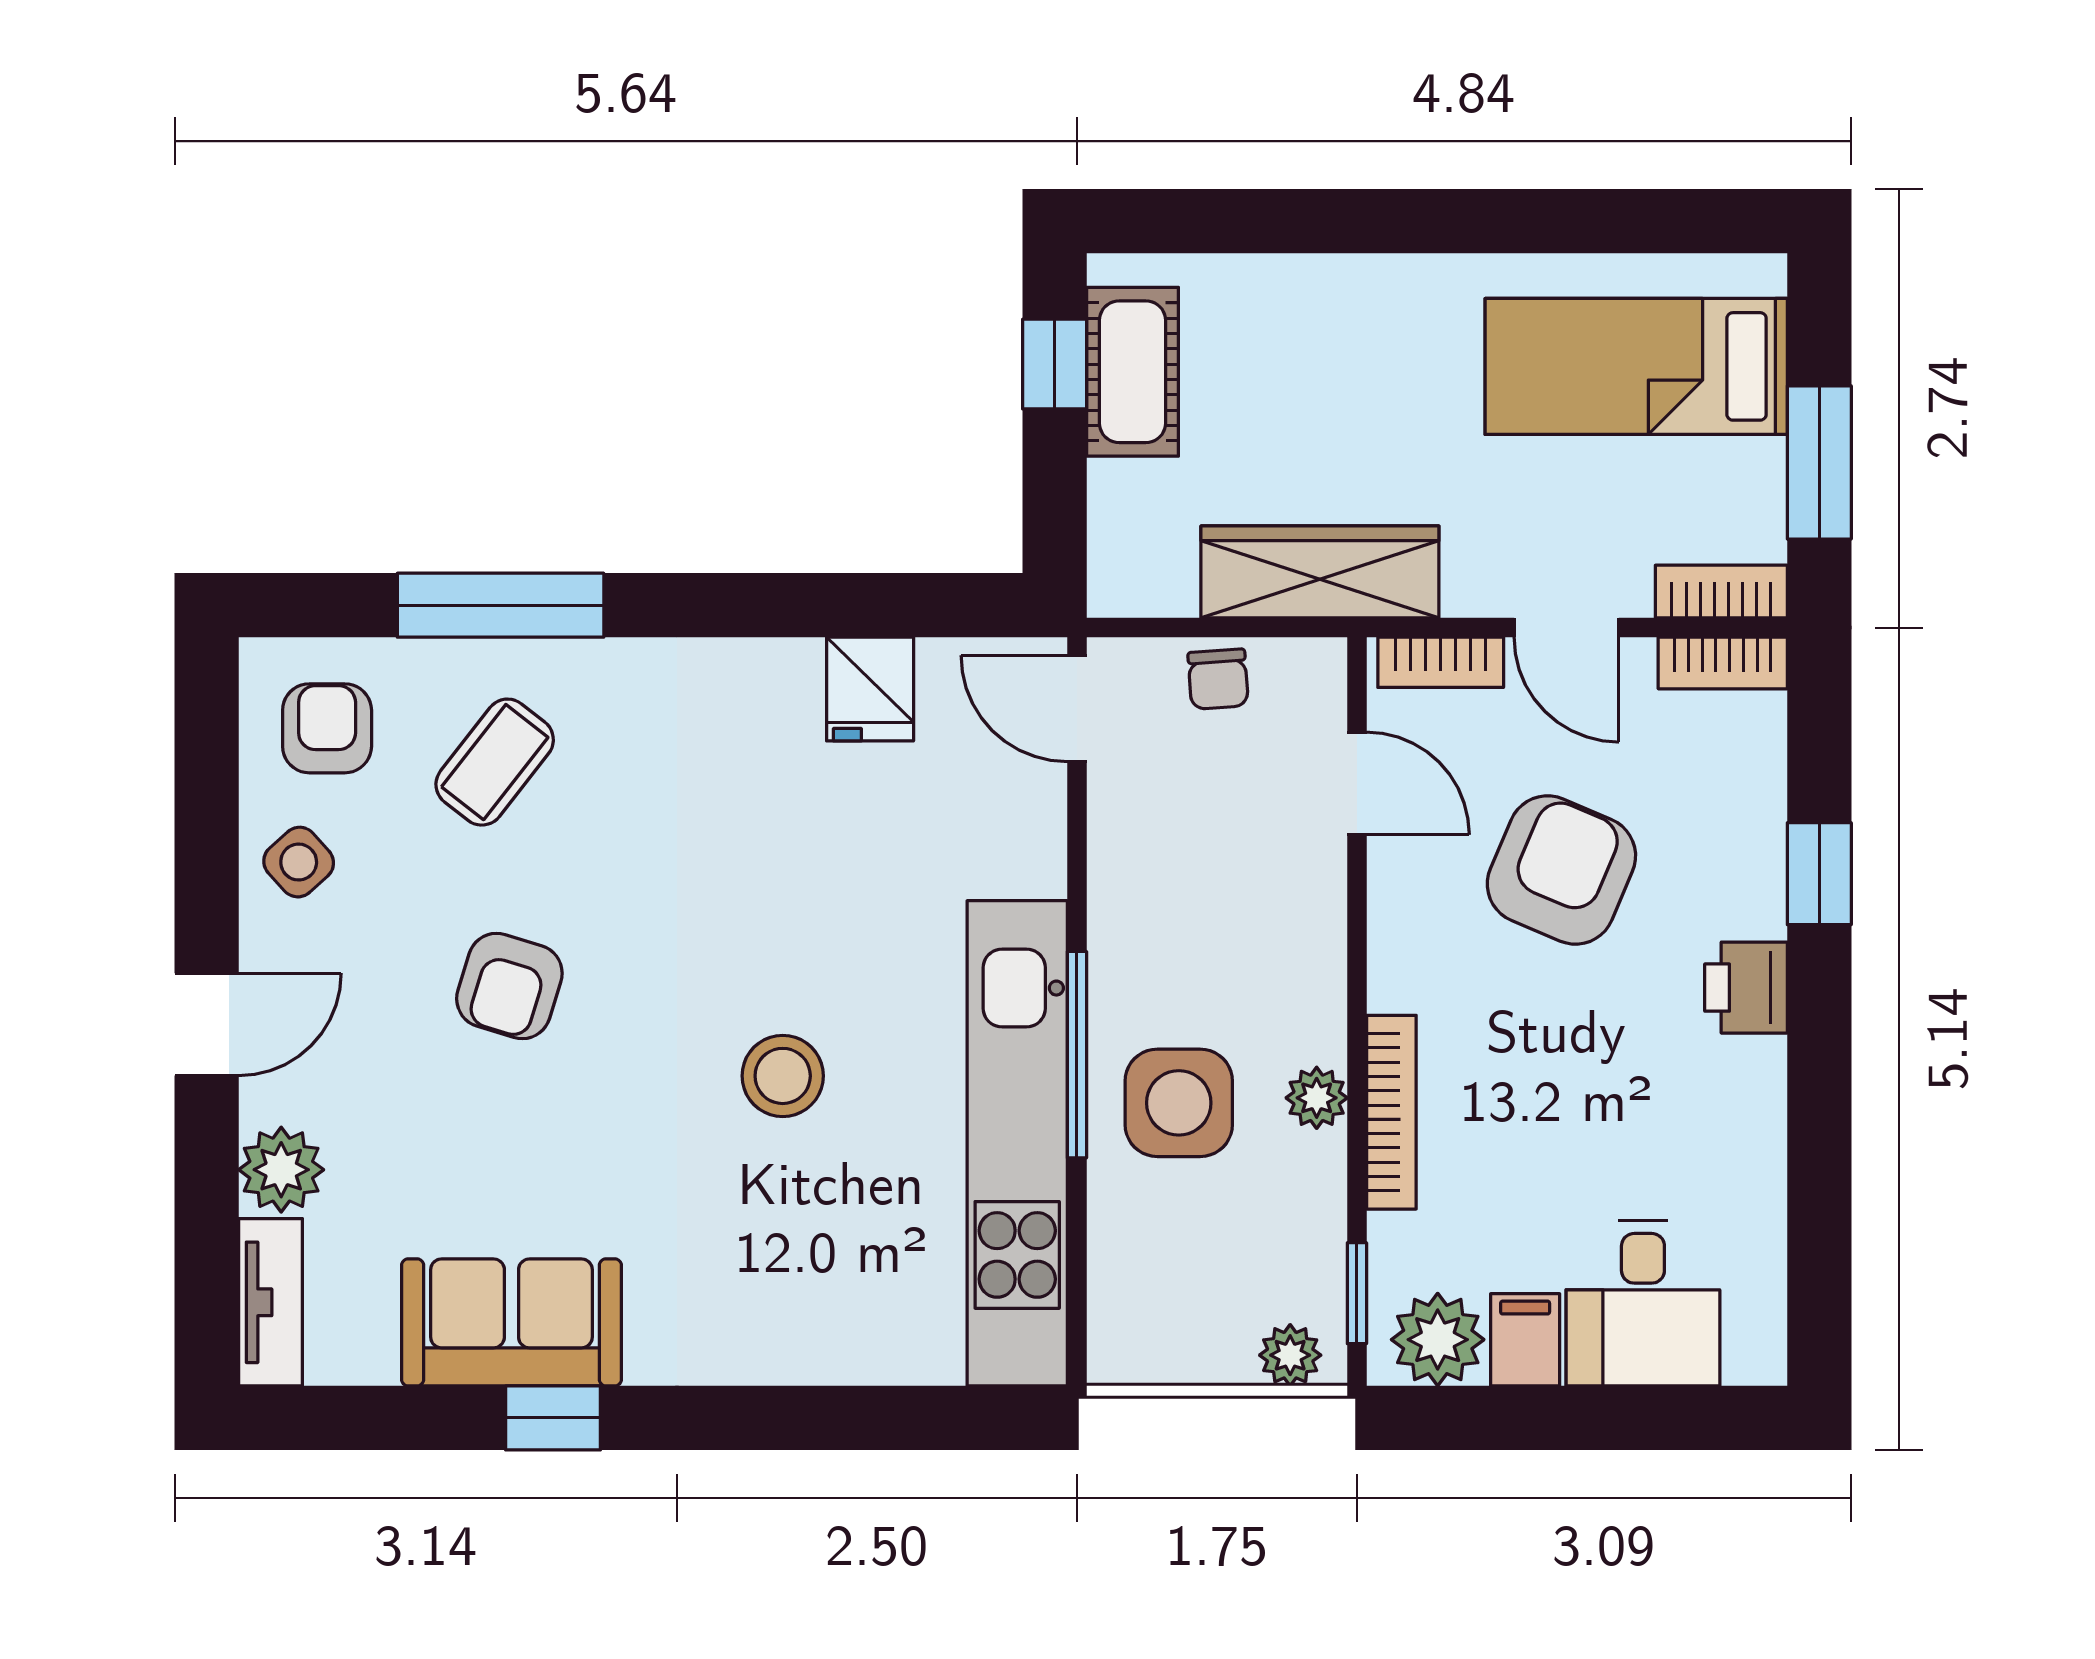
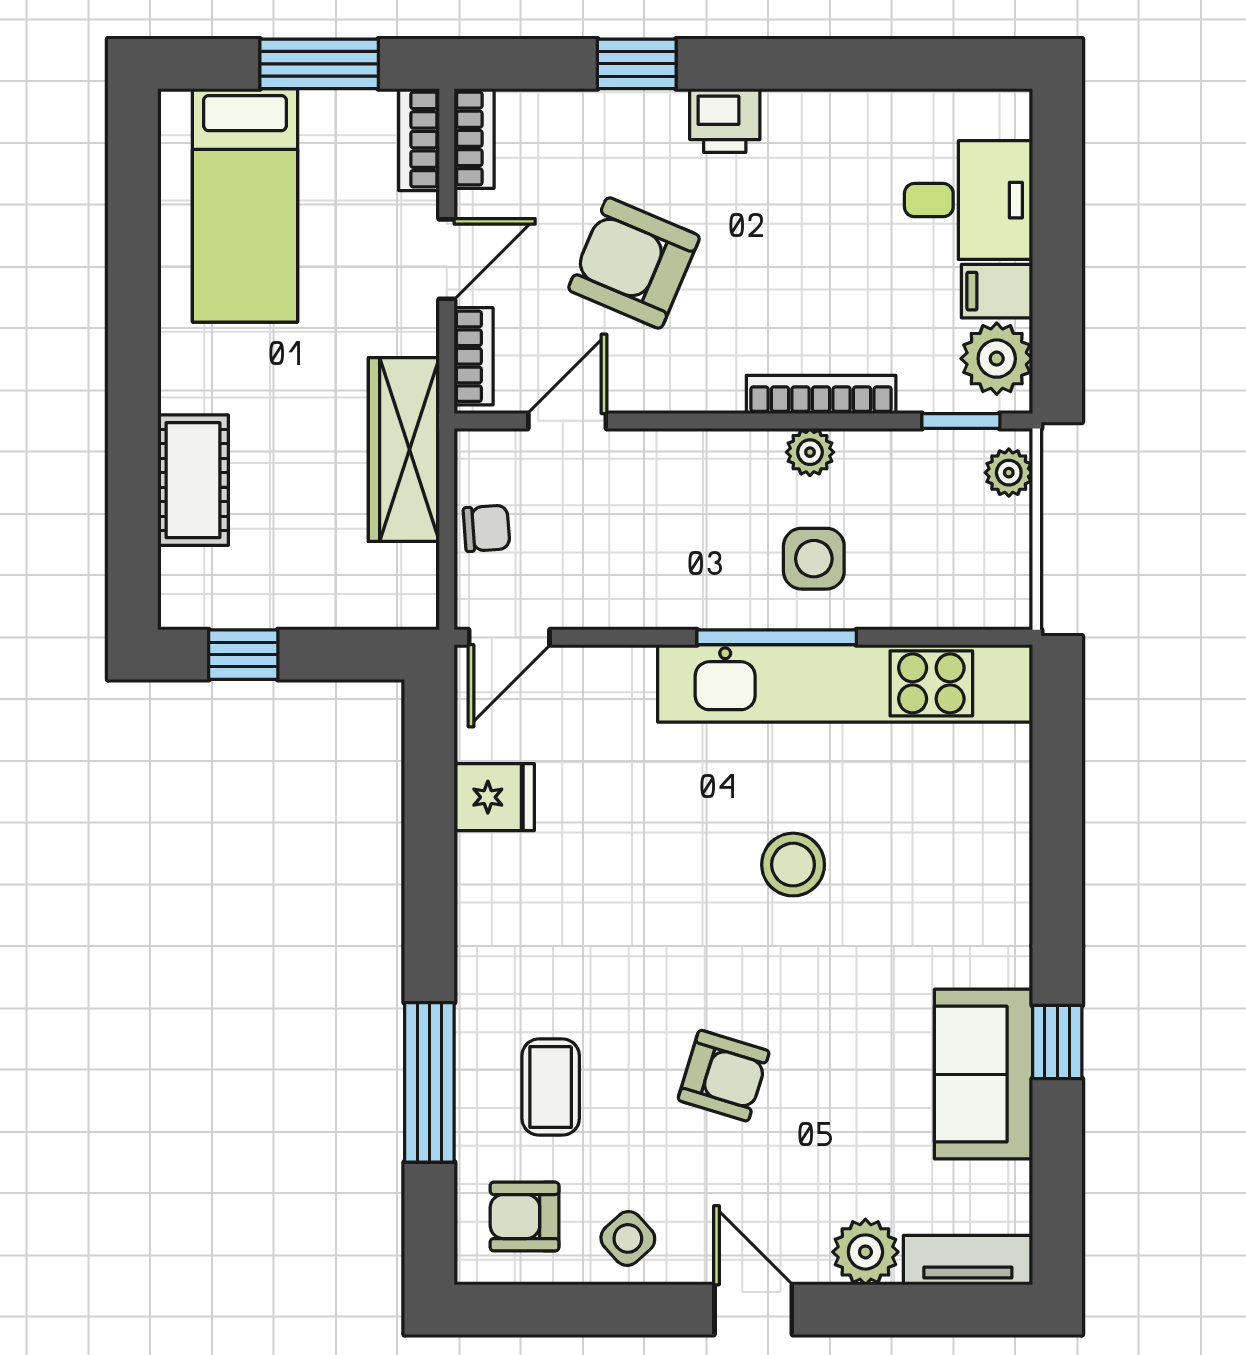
cot: (1132, 372) -> (193, 480), moved, turned 90
coffee table: (495, 762) -> (551, 1087), turned 52
side table: (1179, 1103) -> (814, 559), width x0.73, depth x0.73

